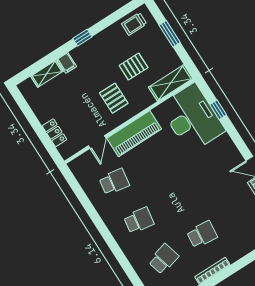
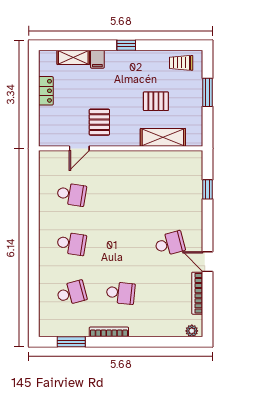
shelving: (171, 83) -> (163, 137), moved
pallet: (114, 98) -> (99, 122), moved
desk: (192, 118) -> (179, 182), removed
locker: (54, 133) -> (46, 91), moved
piano: (134, 134) -> (117, 162), removed
school desk: (216, 171) -> (170, 244), added

